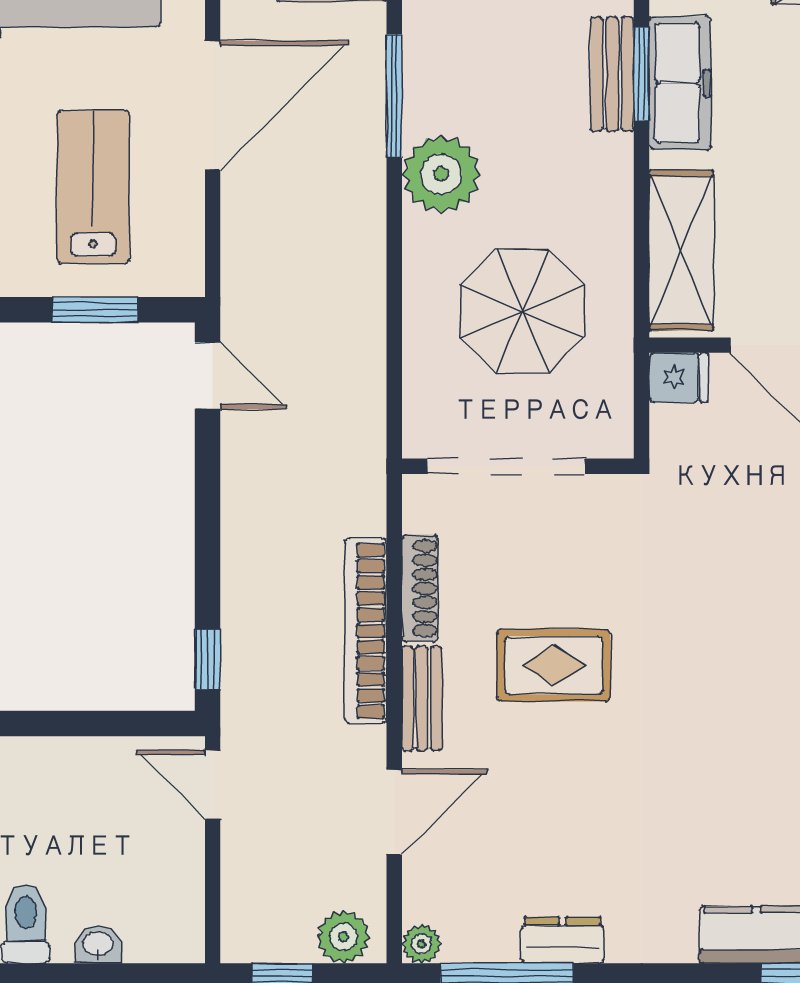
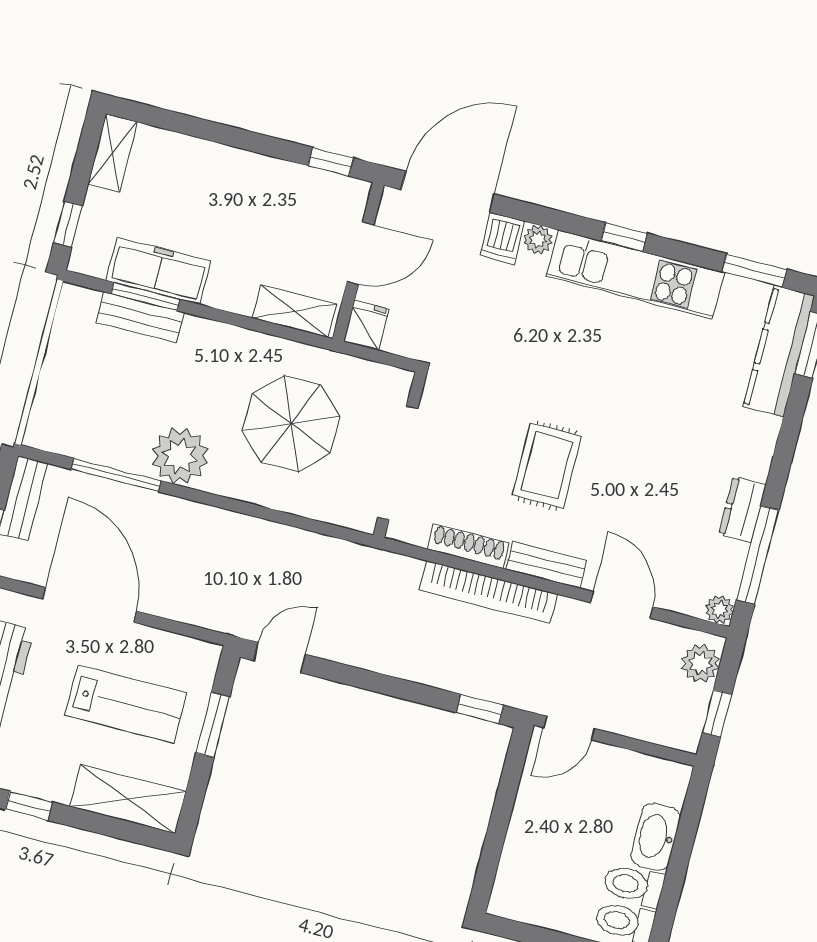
lab bench: (93, 187) -> (126, 704), turned 180
shelving: (681, 250) -> (294, 311), width x0.67, depth x0.75
washbasin: (98, 945) -> (656, 837), width x1.91, depth x1.45

